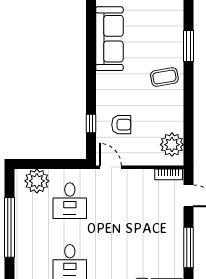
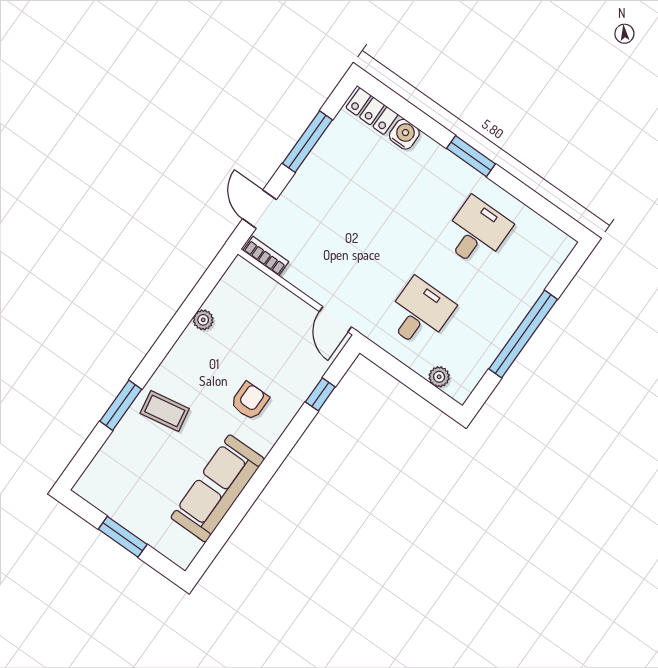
coffee table: (164, 77) -> (165, 411), moved
armchair: (121, 125) -> (250, 401), moved, turned 90
plant: (172, 145) -> (203, 320), moved, width x0.53, depth x0.53
plant: (37, 181) -> (439, 377), width x0.53, depth x0.53

